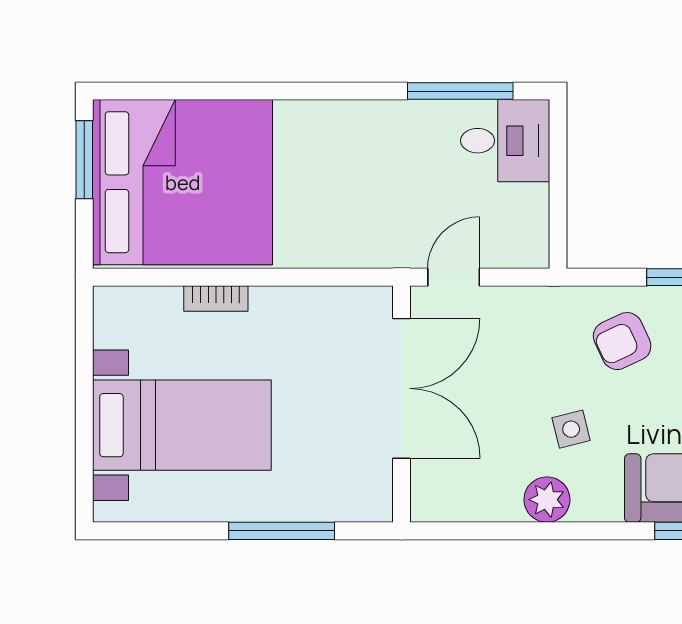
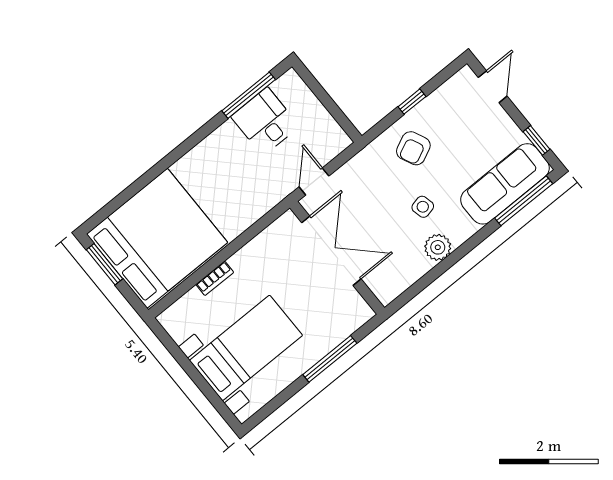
desk: (505, 141) -> (265, 121), moved, turned -90

